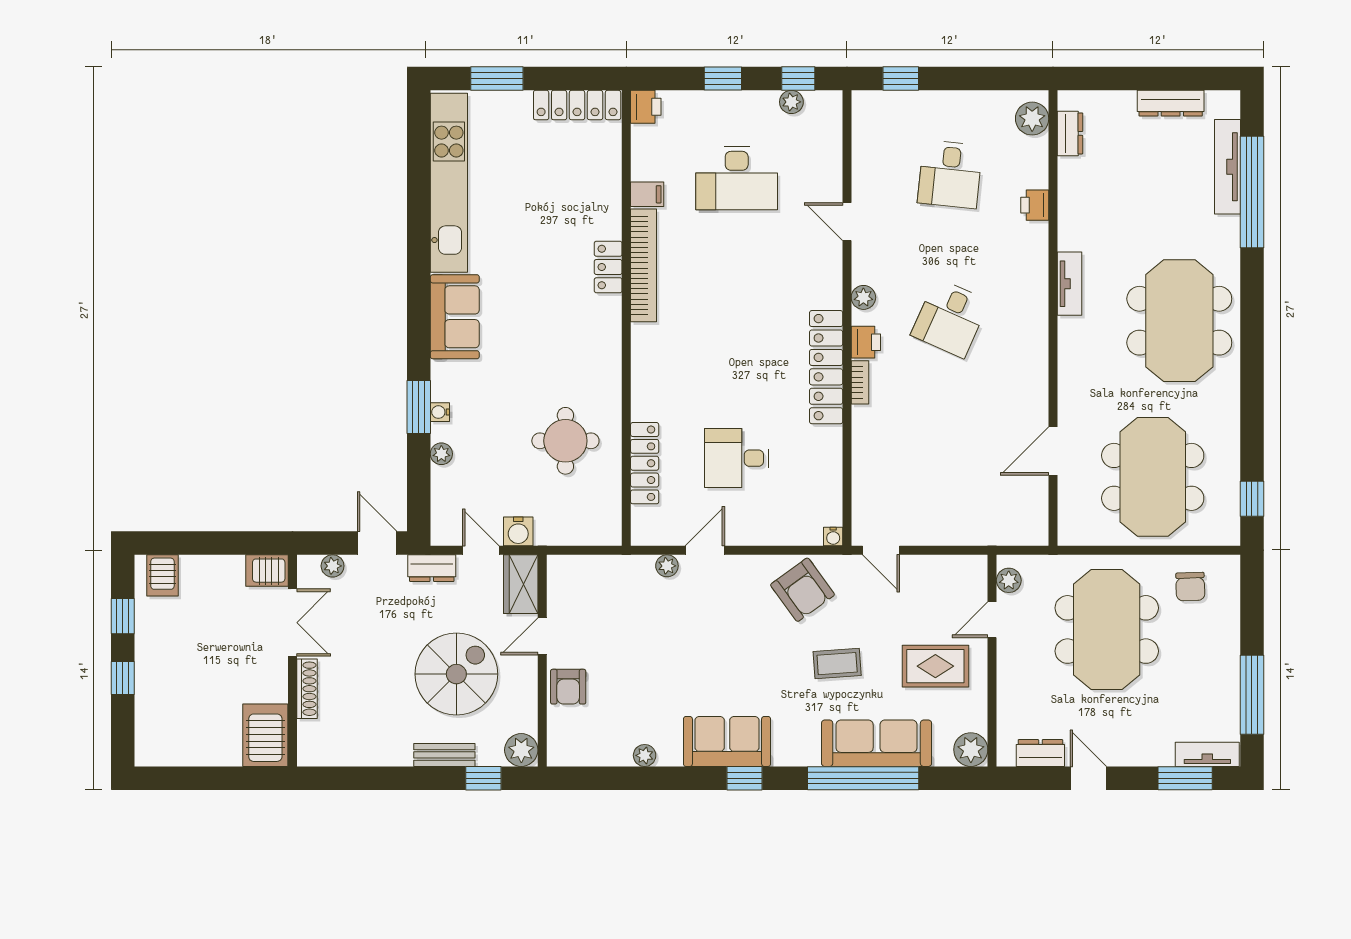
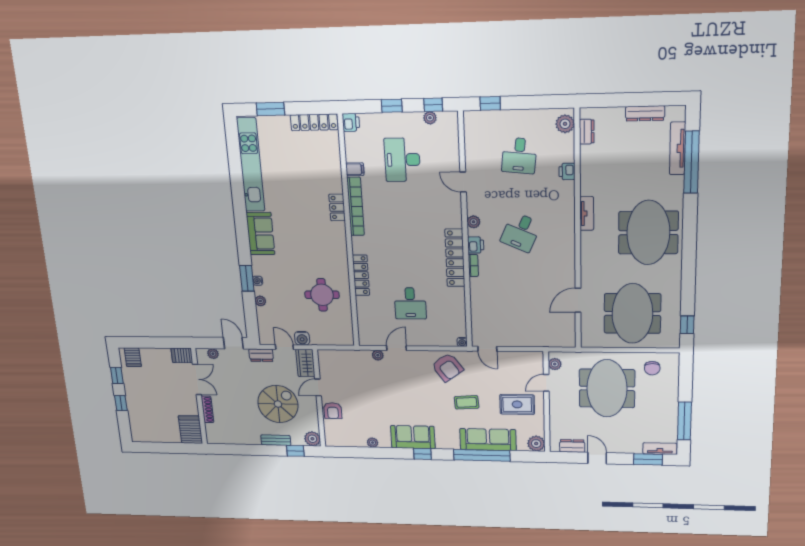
desk: (737, 178) -> (402, 160), turned 90
desk: (737, 458) -> (410, 303), turned -90
locker: (645, 463) -> (361, 275), moved

